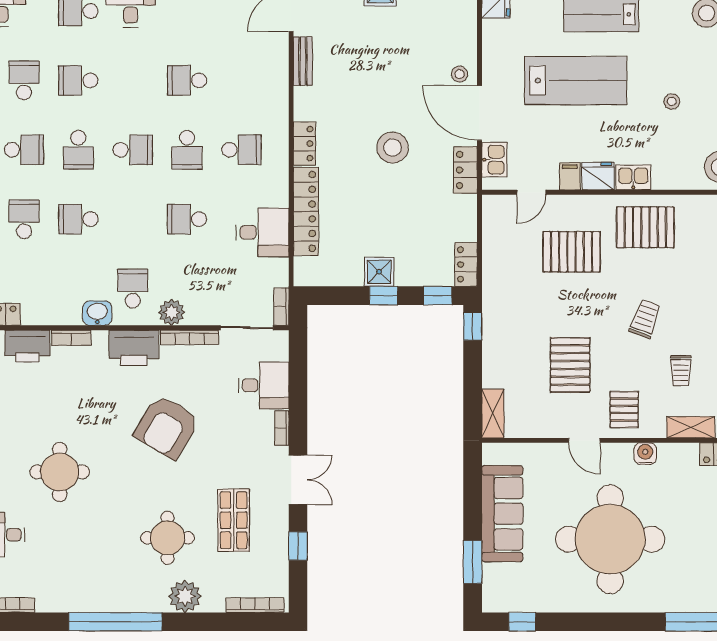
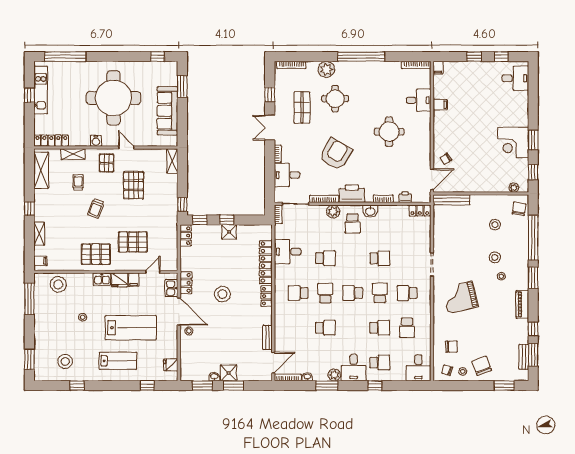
lab bench: (576, 81) -> (131, 328), turned 180
school desk: (24, 219) -> (407, 258), removed
printer: (28, 346) -> (405, 197), width x0.53, depth x0.68

